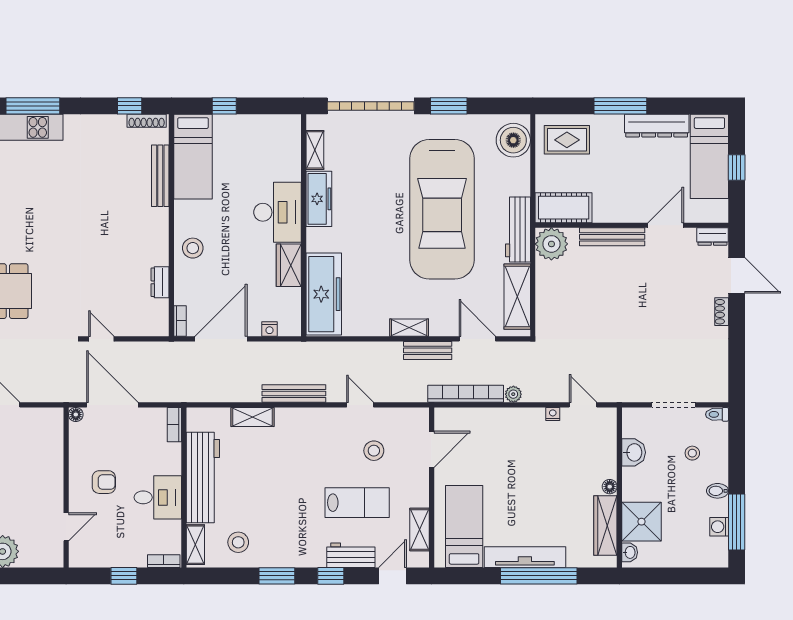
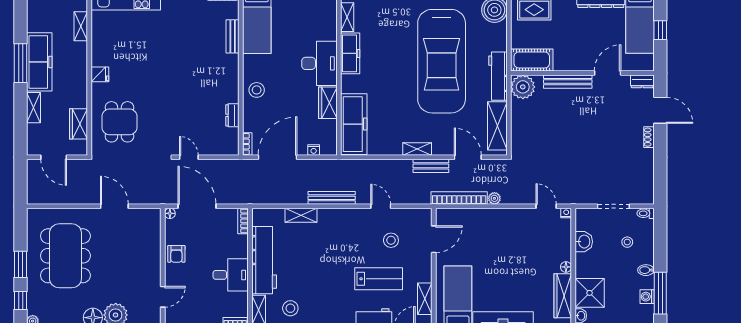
bench: (160, 176) -> (233, 36), width x0.73
nightstand: (553, 414) -> (566, 213), moved
armchair: (104, 482) -> (176, 254), moved, turned 90

